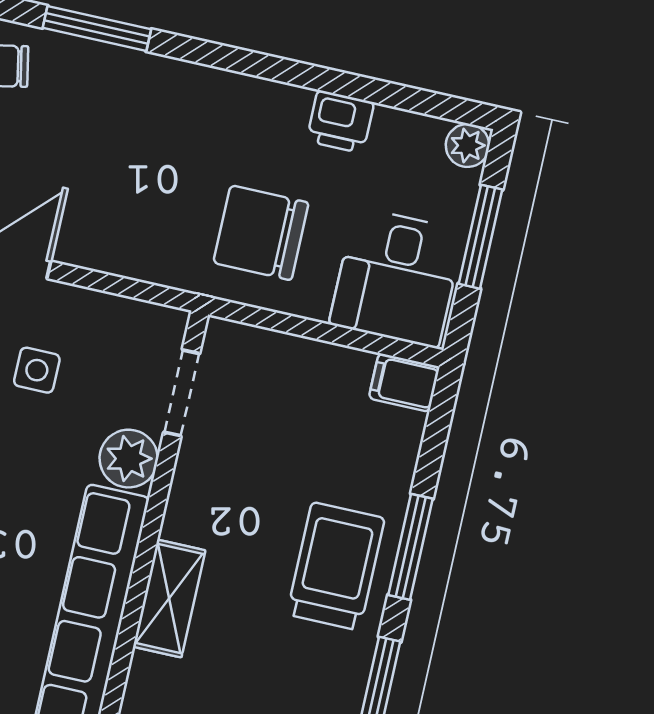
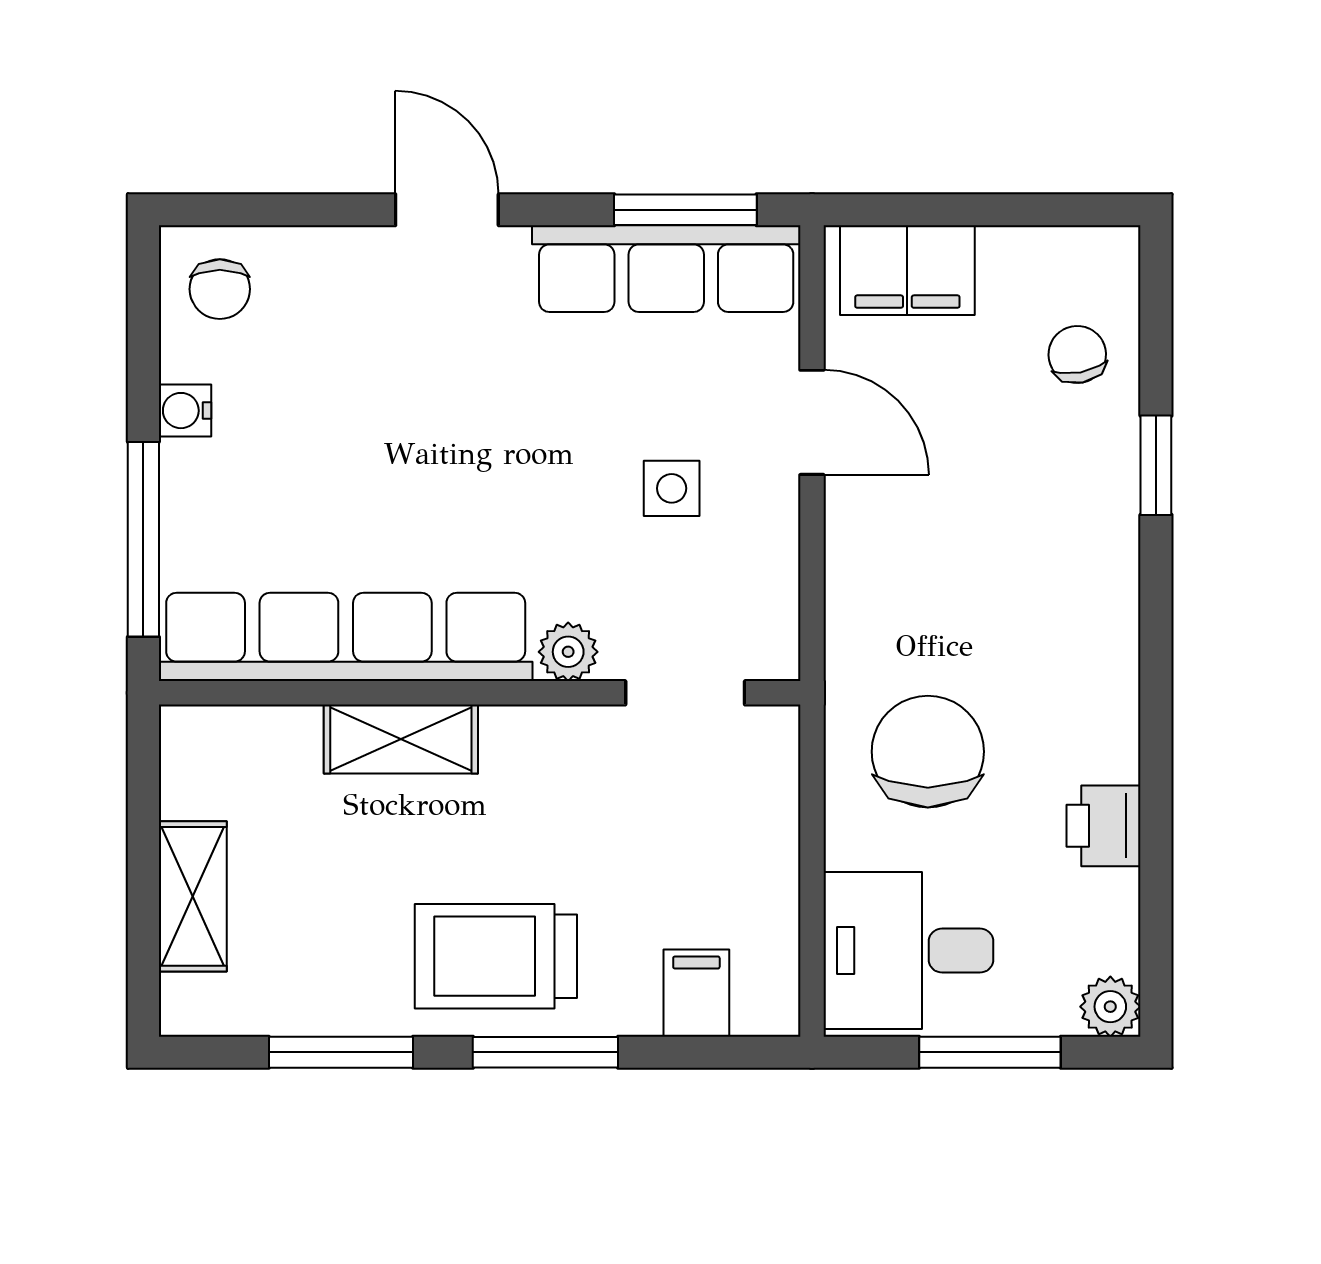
window: (97, 28) -> (1156, 465), width x0.67
filing cabinet: (404, 383) -> (696, 993), moved
plant: (129, 459) -> (568, 652), width x0.73, depth x0.73
trolley: (336, 566) -> (496, 956), turned 180

